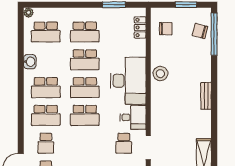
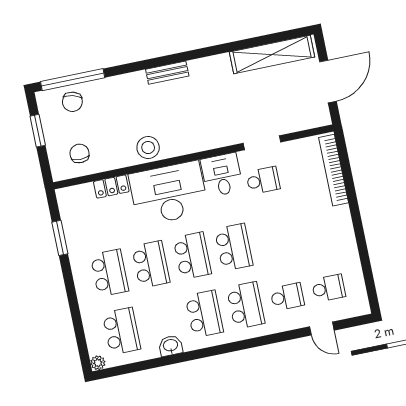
locker: (140, 27) -> (111, 187), moved

